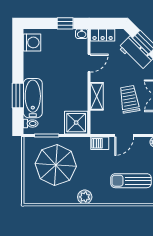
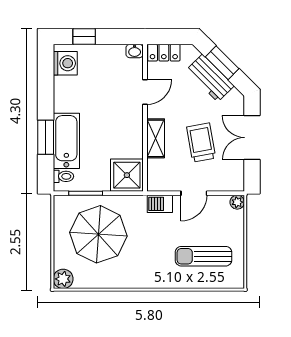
window: (65, 23) -> (84, 37), moved
plant: (85, 197) -> (63, 279), moved

